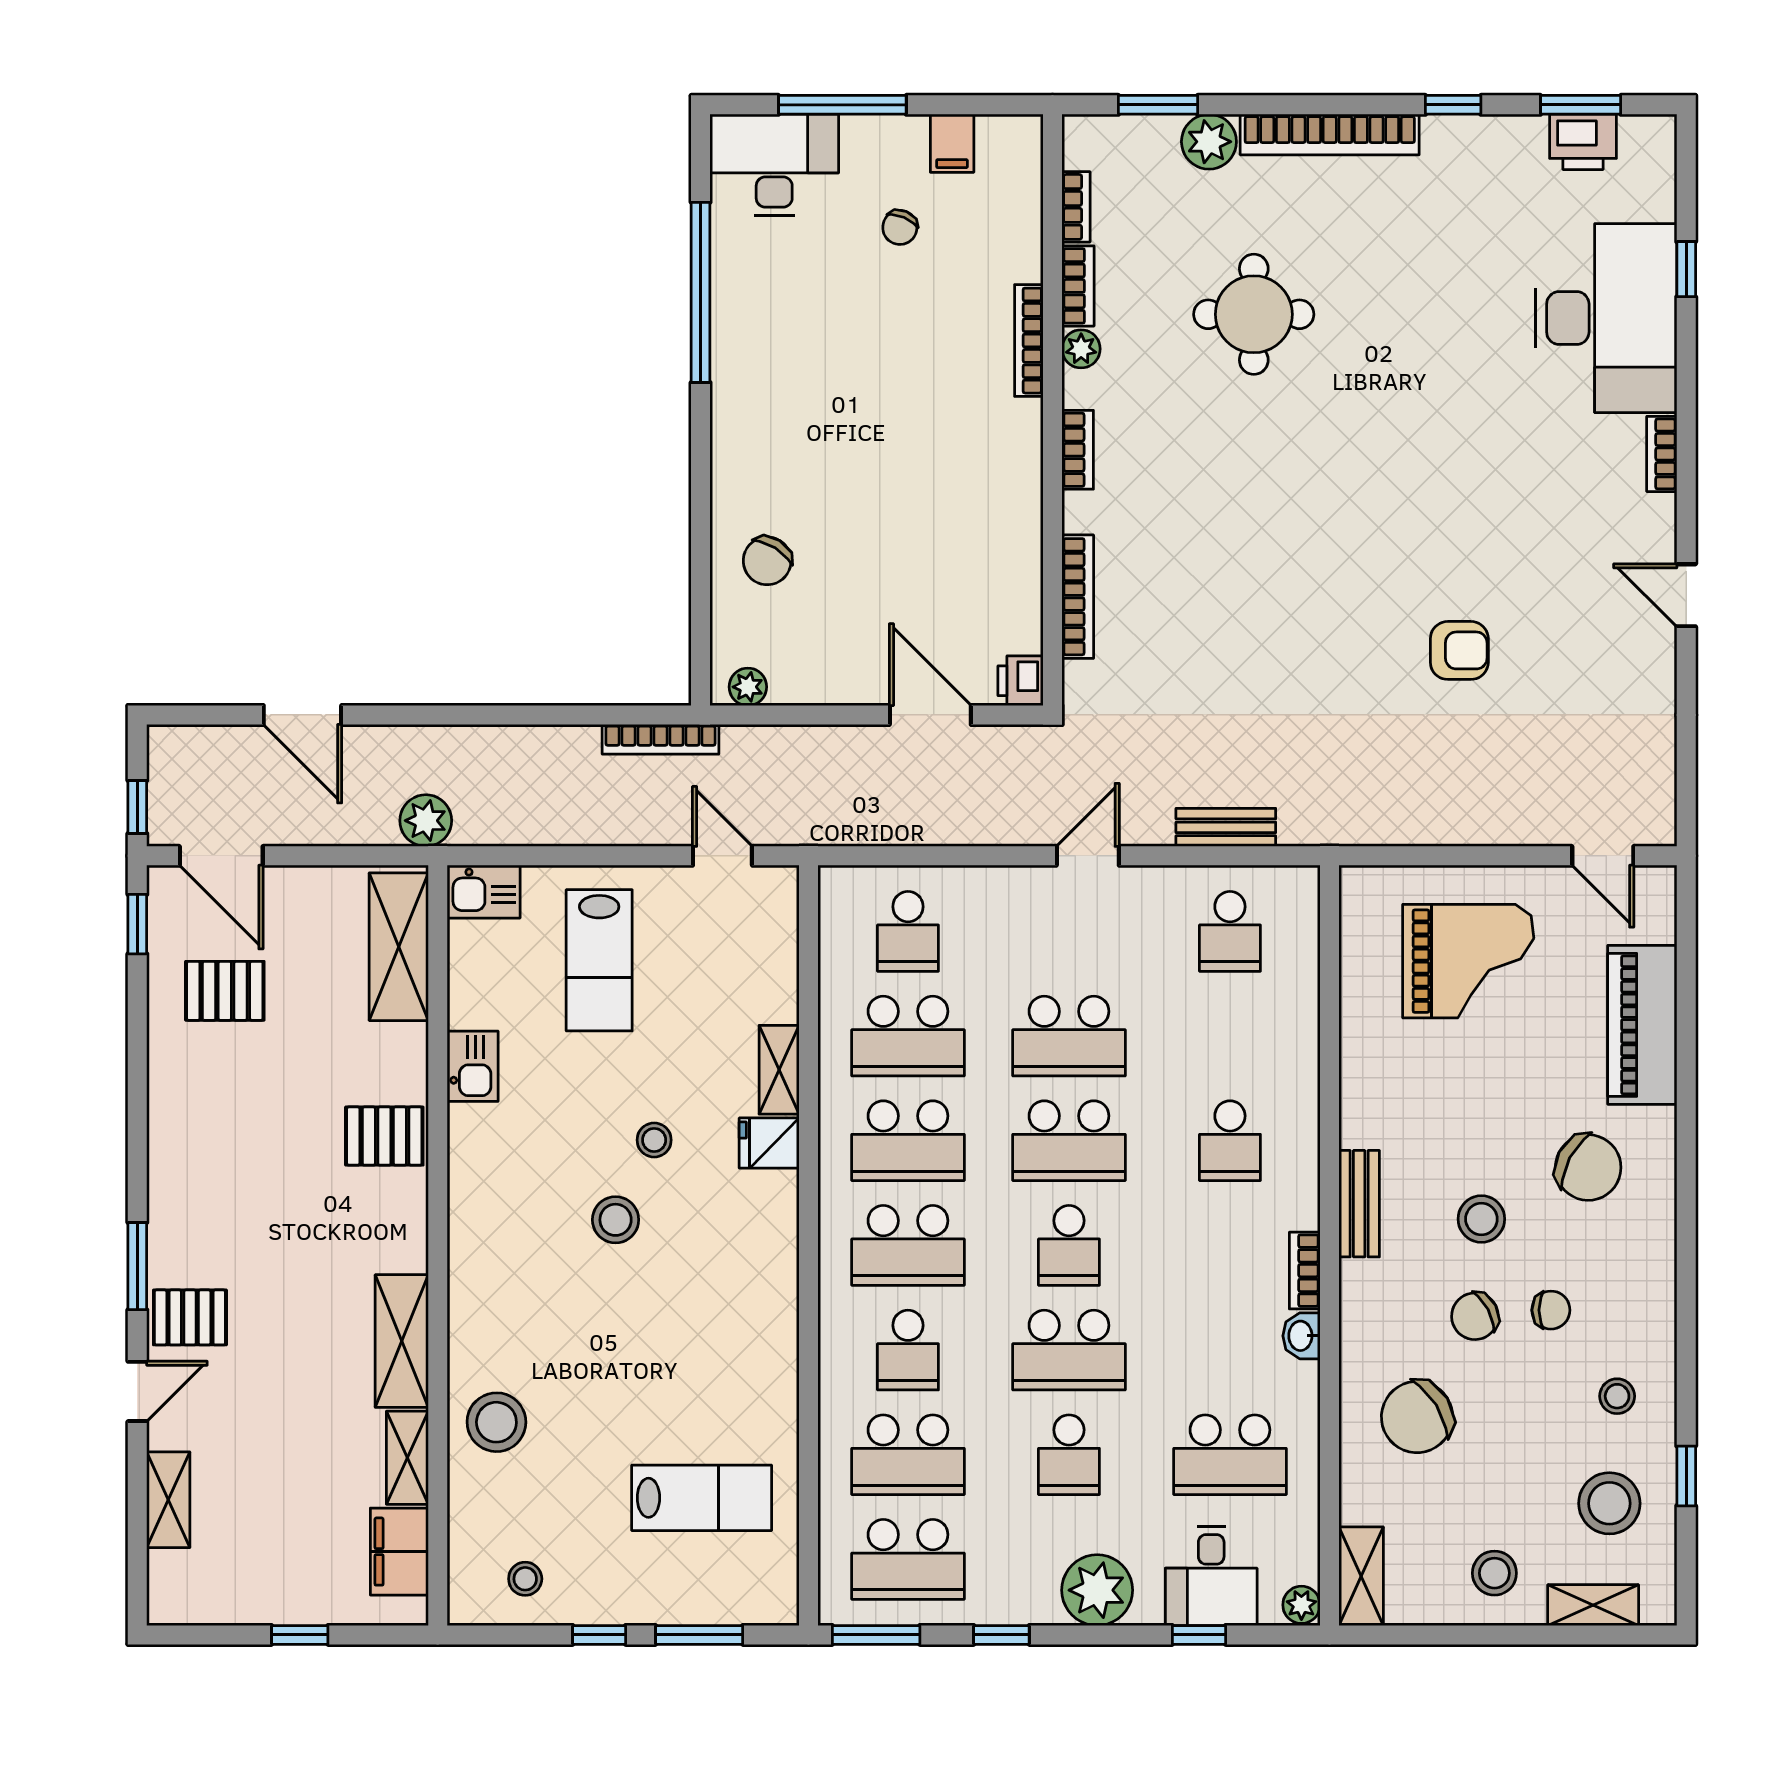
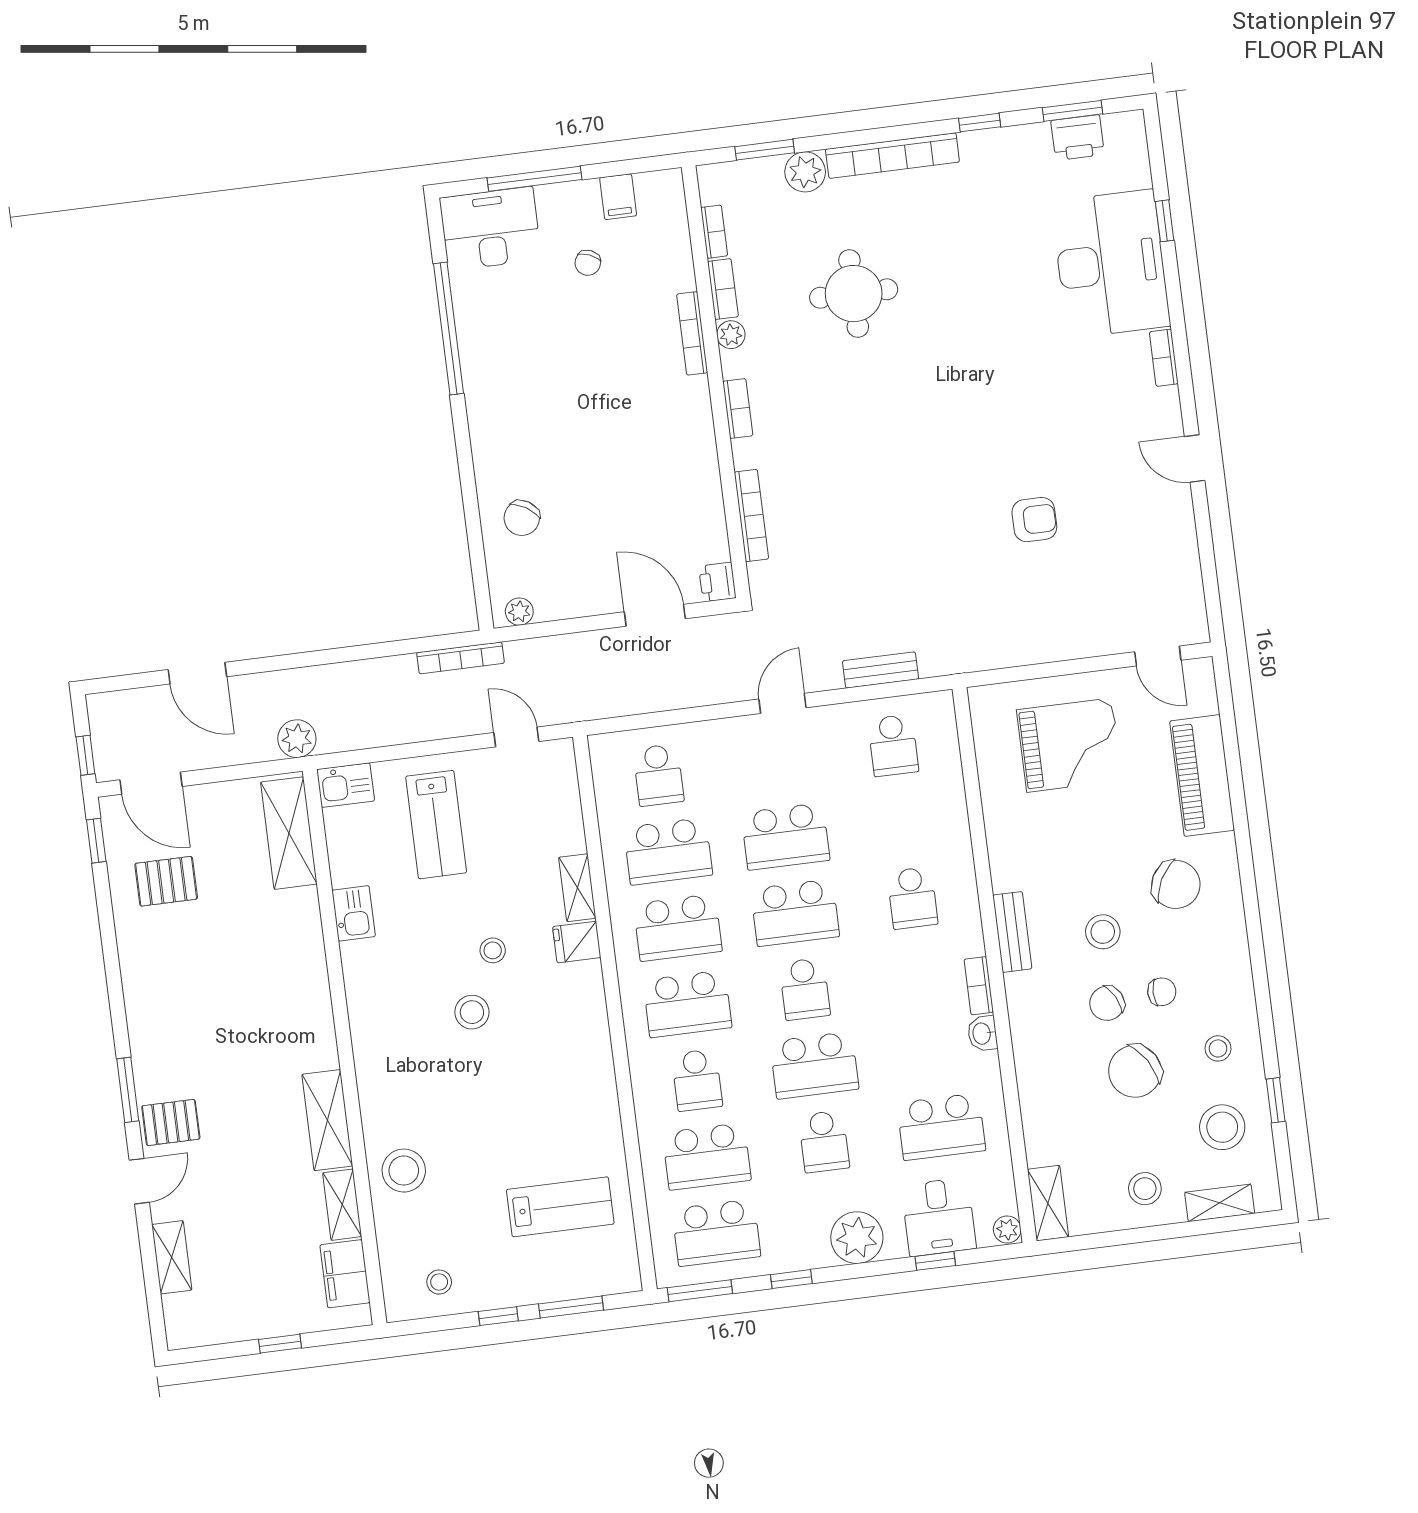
pallet: (384, 1136) -> (296, 972), removed
chair: (1417, 1417) -> (1135, 1071), moved

